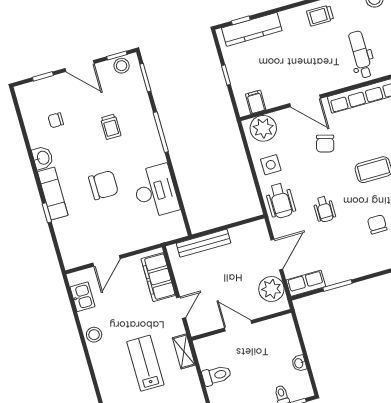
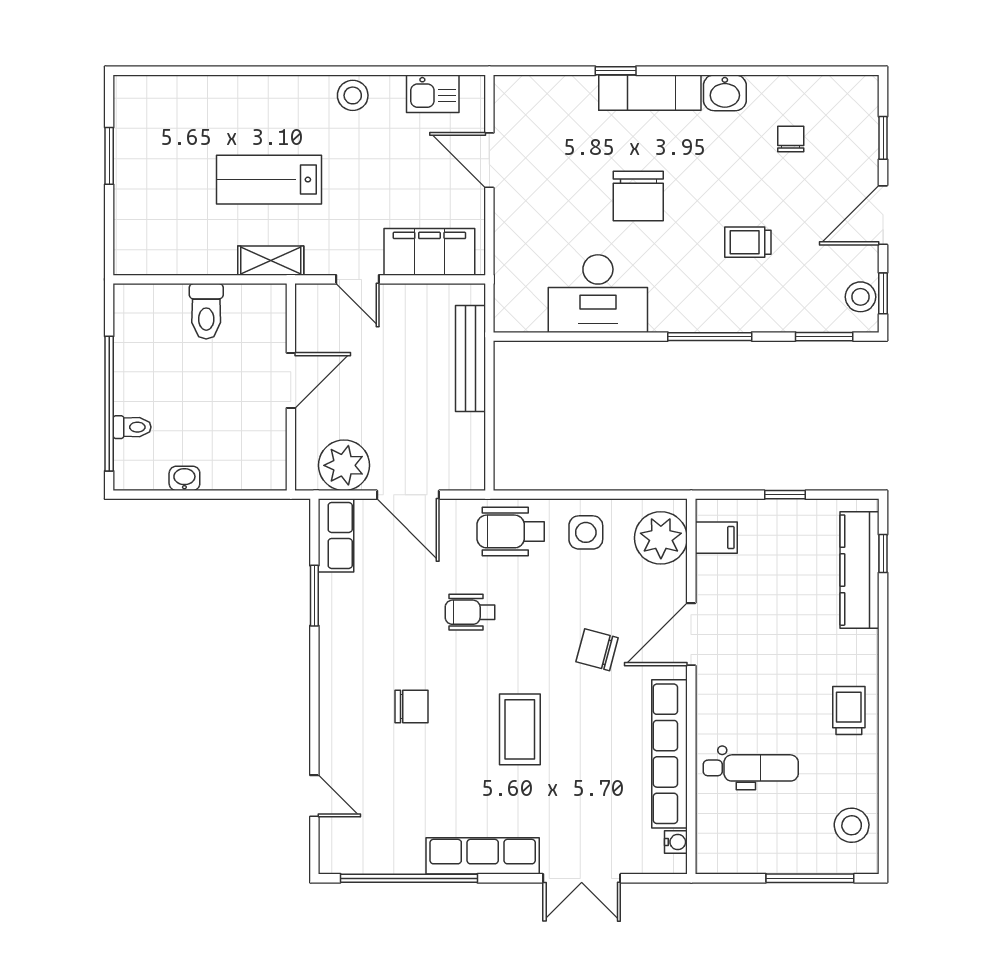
lab bench: (145, 363) -> (269, 180), turned 180

